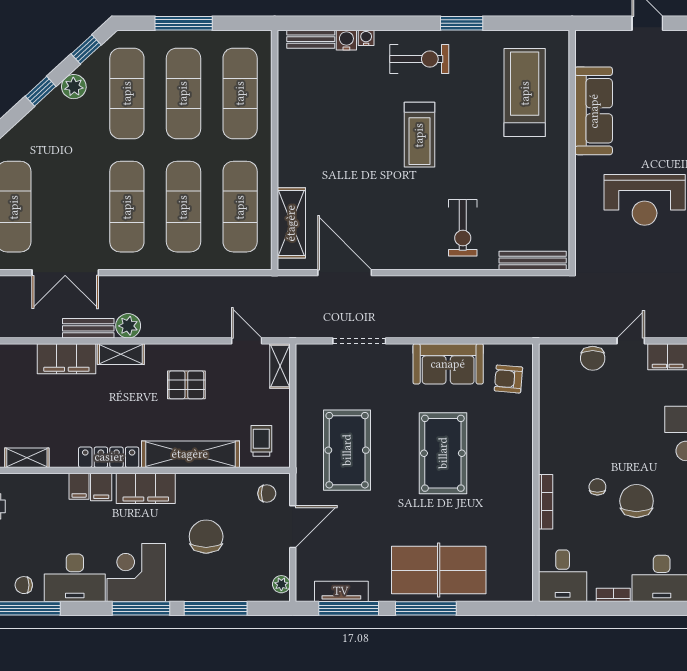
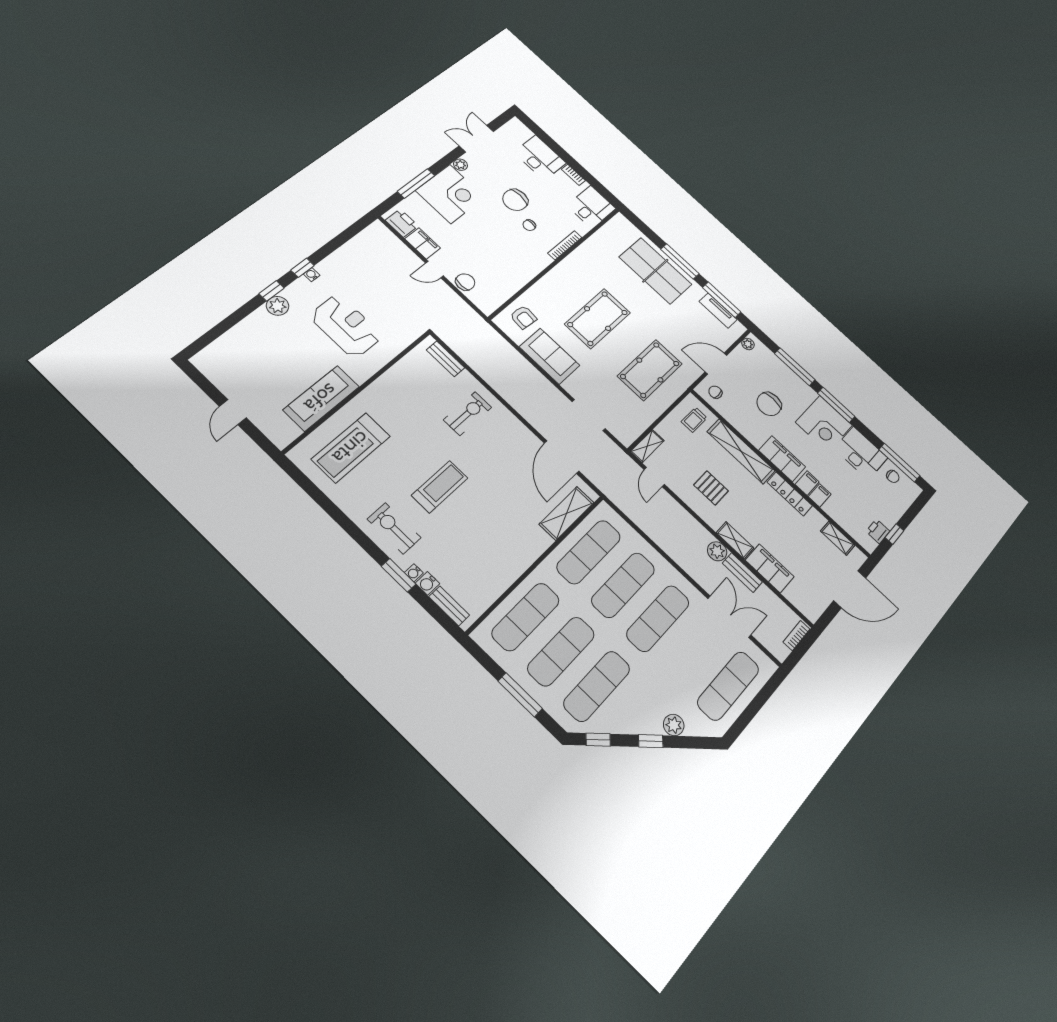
window: (462, 23) -> (399, 575), moved
plant: (74, 87) -> (674, 725), moved
bench: (533, 261) -> (445, 359), width x0.73

